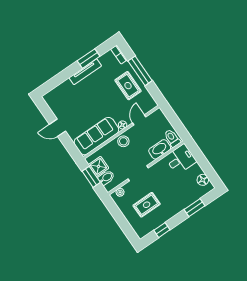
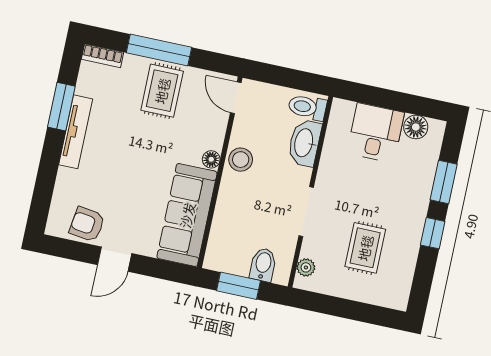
rug: (128, 86) -> (162, 91), turned 90
armchair: (59, 107) -> (87, 224), added
door: (139, 120) -> (236, 98), moved
stool: (123, 141) -> (241, 160), moved
desk: (181, 159) -> (376, 133), moved
shower: (99, 166) -> (235, 259), removed
window: (162, 230) -> (433, 233), moved

